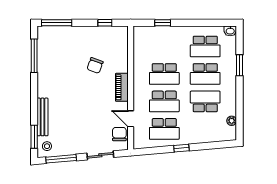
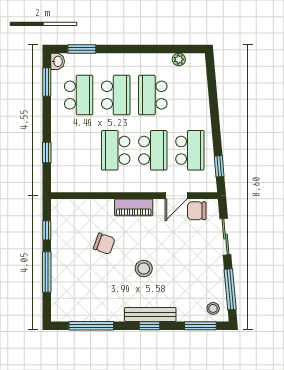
window: (57, 23) -> (47, 272), moved
window: (215, 23) -> (47, 82), added
window: (239, 65) -> (82, 49), moved
school desk: (164, 74) -> (116, 150), turned 180
stool: (77, 95) -> (144, 268), added
window: (34, 99) -> (150, 326), added
bench: (43, 117) -> (150, 314), moved
window: (181, 148) -> (219, 166), moved

